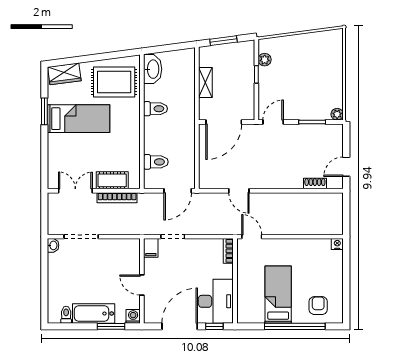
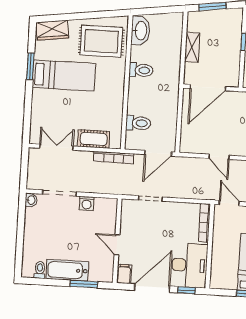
bookcase: (117, 198) -> (114, 157), moved
filing cabinet: (151, 248) -> (124, 274), moved, turned 180
bookcase: (228, 251) -> (204, 223), width x1.56
washing machine: (133, 316) -> (87, 203), moved, turned 180

